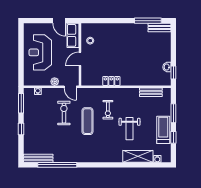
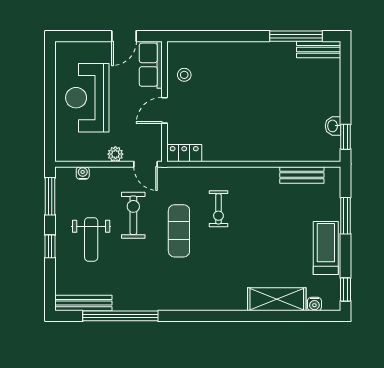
door: (59, 21) -> (124, 36), hinge flipped
locker: (111, 81) -> (184, 153), moved
weight bench: (129, 129) -> (91, 239), moved
window: (173, 137) -> (345, 289), moved

